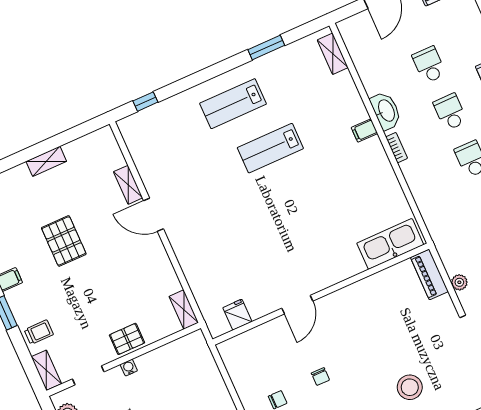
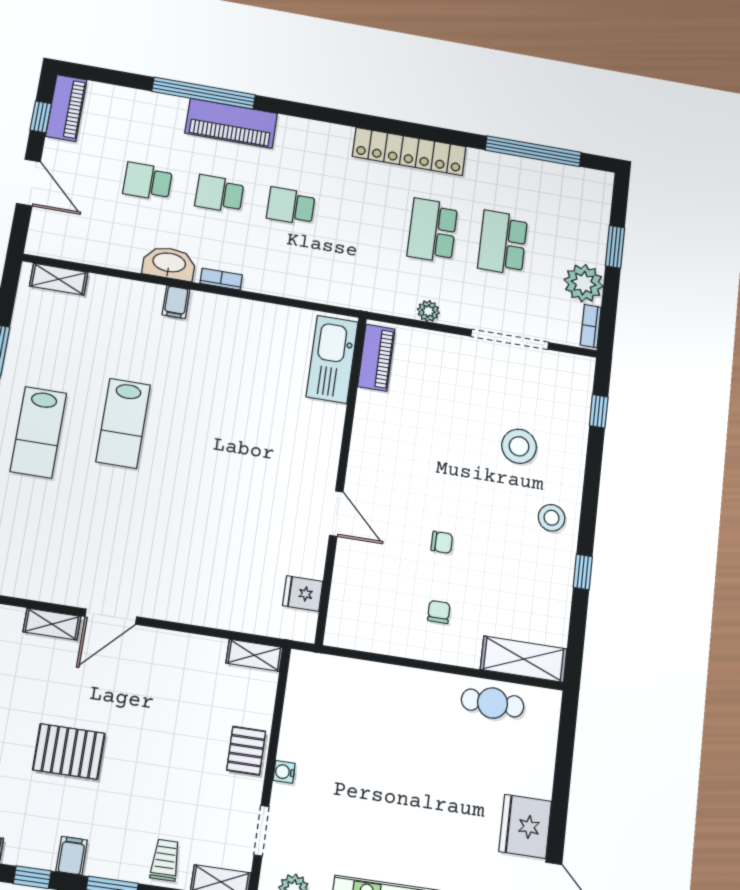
piano: (429, 274) -> (376, 358), moved, turned -90

